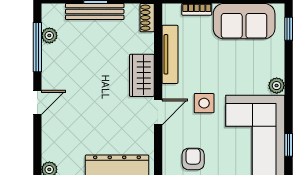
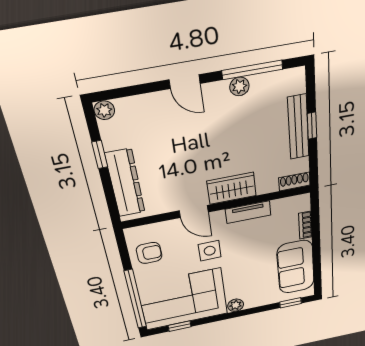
plant: (49, 35) -> (239, 86), moved
tv unit: (170, 54) -> (248, 212), width x0.71

